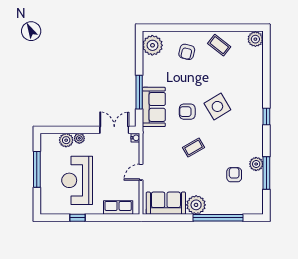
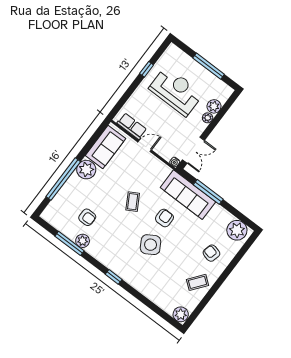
sofa: (154, 107) -> (188, 195), width x1.36
door: (141, 172) -> (145, 146), hinge flipped
row of seats: (118, 208) -> (132, 126), moved, turned -90

